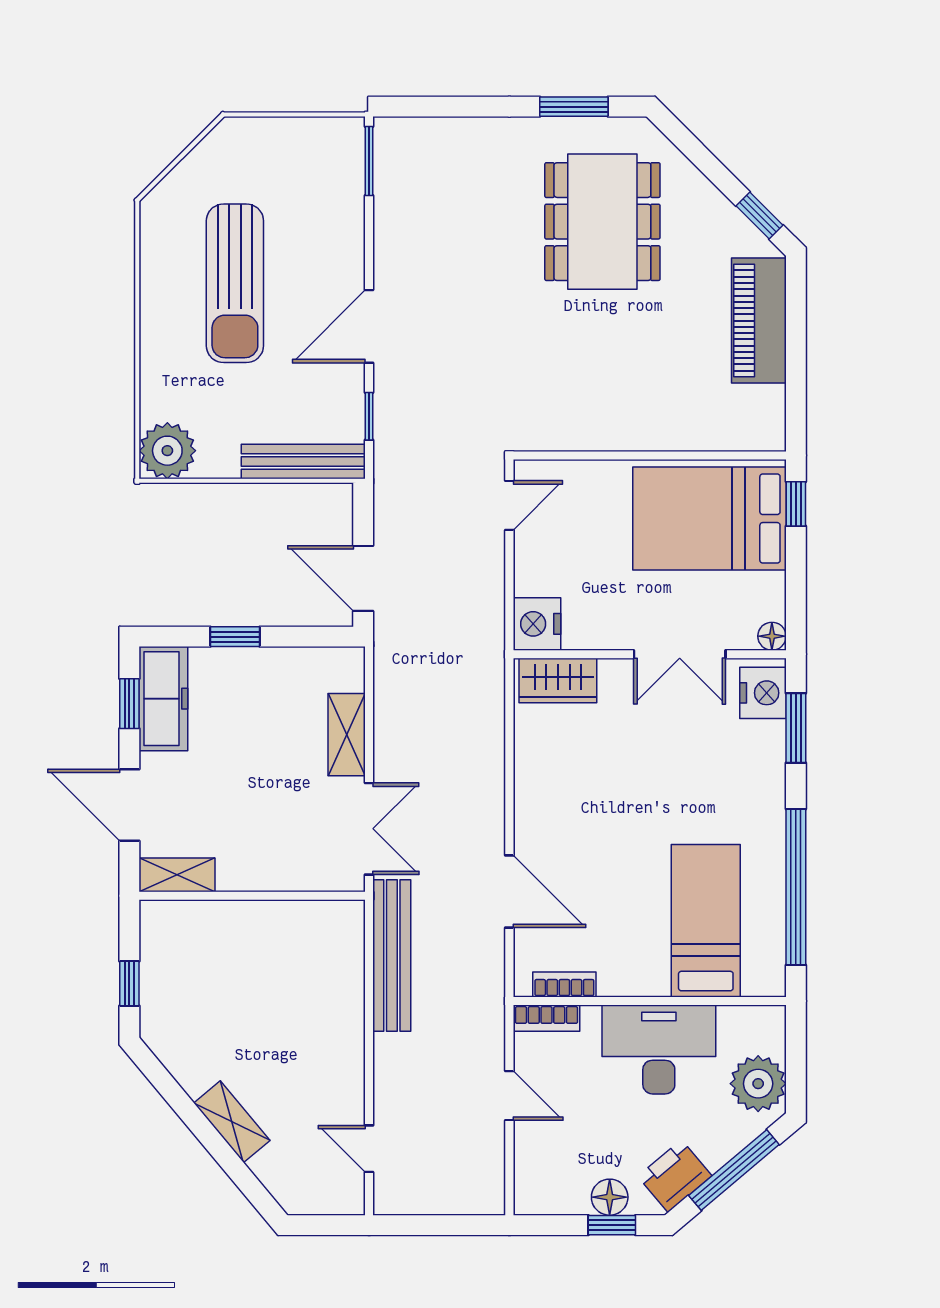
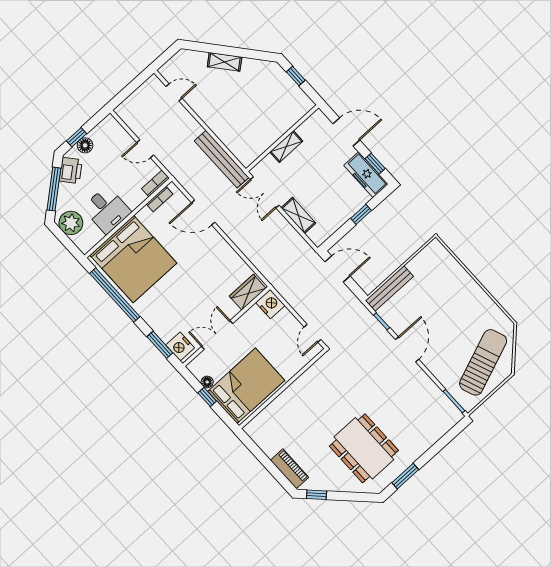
sun lounger: (235, 283) -> (483, 362), moved, turned 69
piano: (759, 321) -> (290, 469), width x0.73, depth x0.75
plant: (167, 451) -> (435, 253), removed
window: (796, 504) -> (207, 397), moved
floor lamp: (772, 636) -> (207, 382), moved
shelving: (177, 875) -> (286, 146), moved
bed: (706, 921) -> (133, 259), width x2.04
desk: (659, 1049) -> (107, 210), width x0.73

